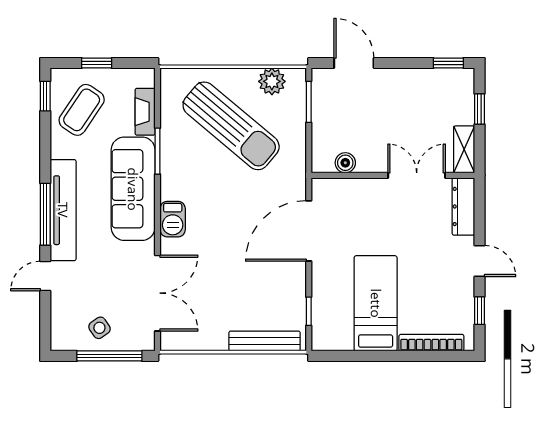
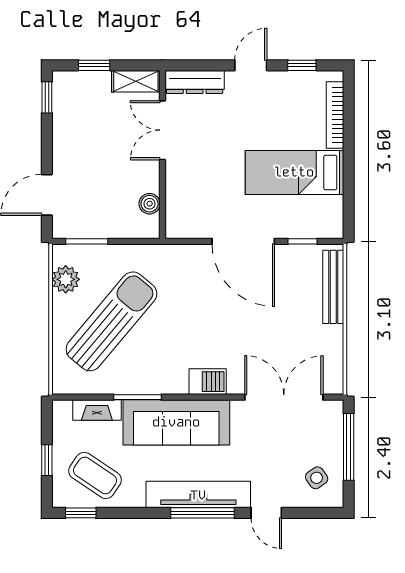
door: (309, 231) -> (243, 241), moved
side table: (99, 328) -> (317, 478), moved

